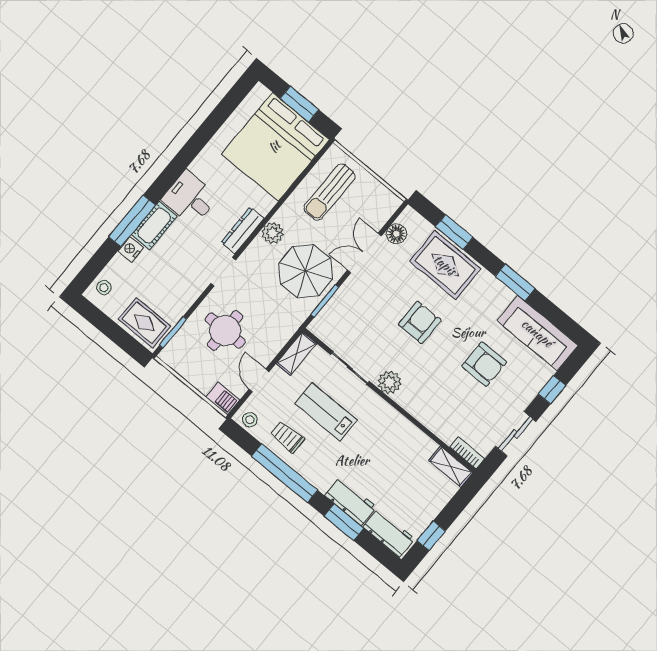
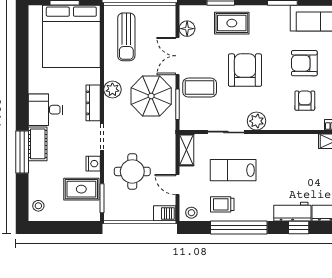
nightstand: (131, 249) -> (93, 164), moved, turned 180
rug: (445, 265) -> (232, 23), width x0.73, depth x0.70
coffee table: (361, 303) -> (200, 88), added
armchair: (420, 322) -> (245, 70), width x1.36, depth x1.36
rug: (144, 323) -> (81, 189), moved
armchair: (484, 364) -> (304, 63), turned 180
armchair: (454, 402) -> (305, 101), added
window: (344, 522) -> (299, 228), width x0.67

